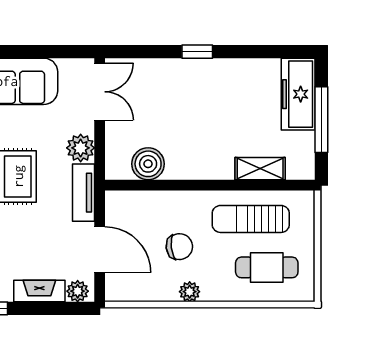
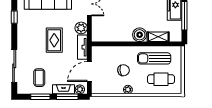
boiler: (148, 164) -> (140, 35), moved
door: (100, 250) -> (89, 72), swing flipped
window: (48, 308) -> (67, 97), added

